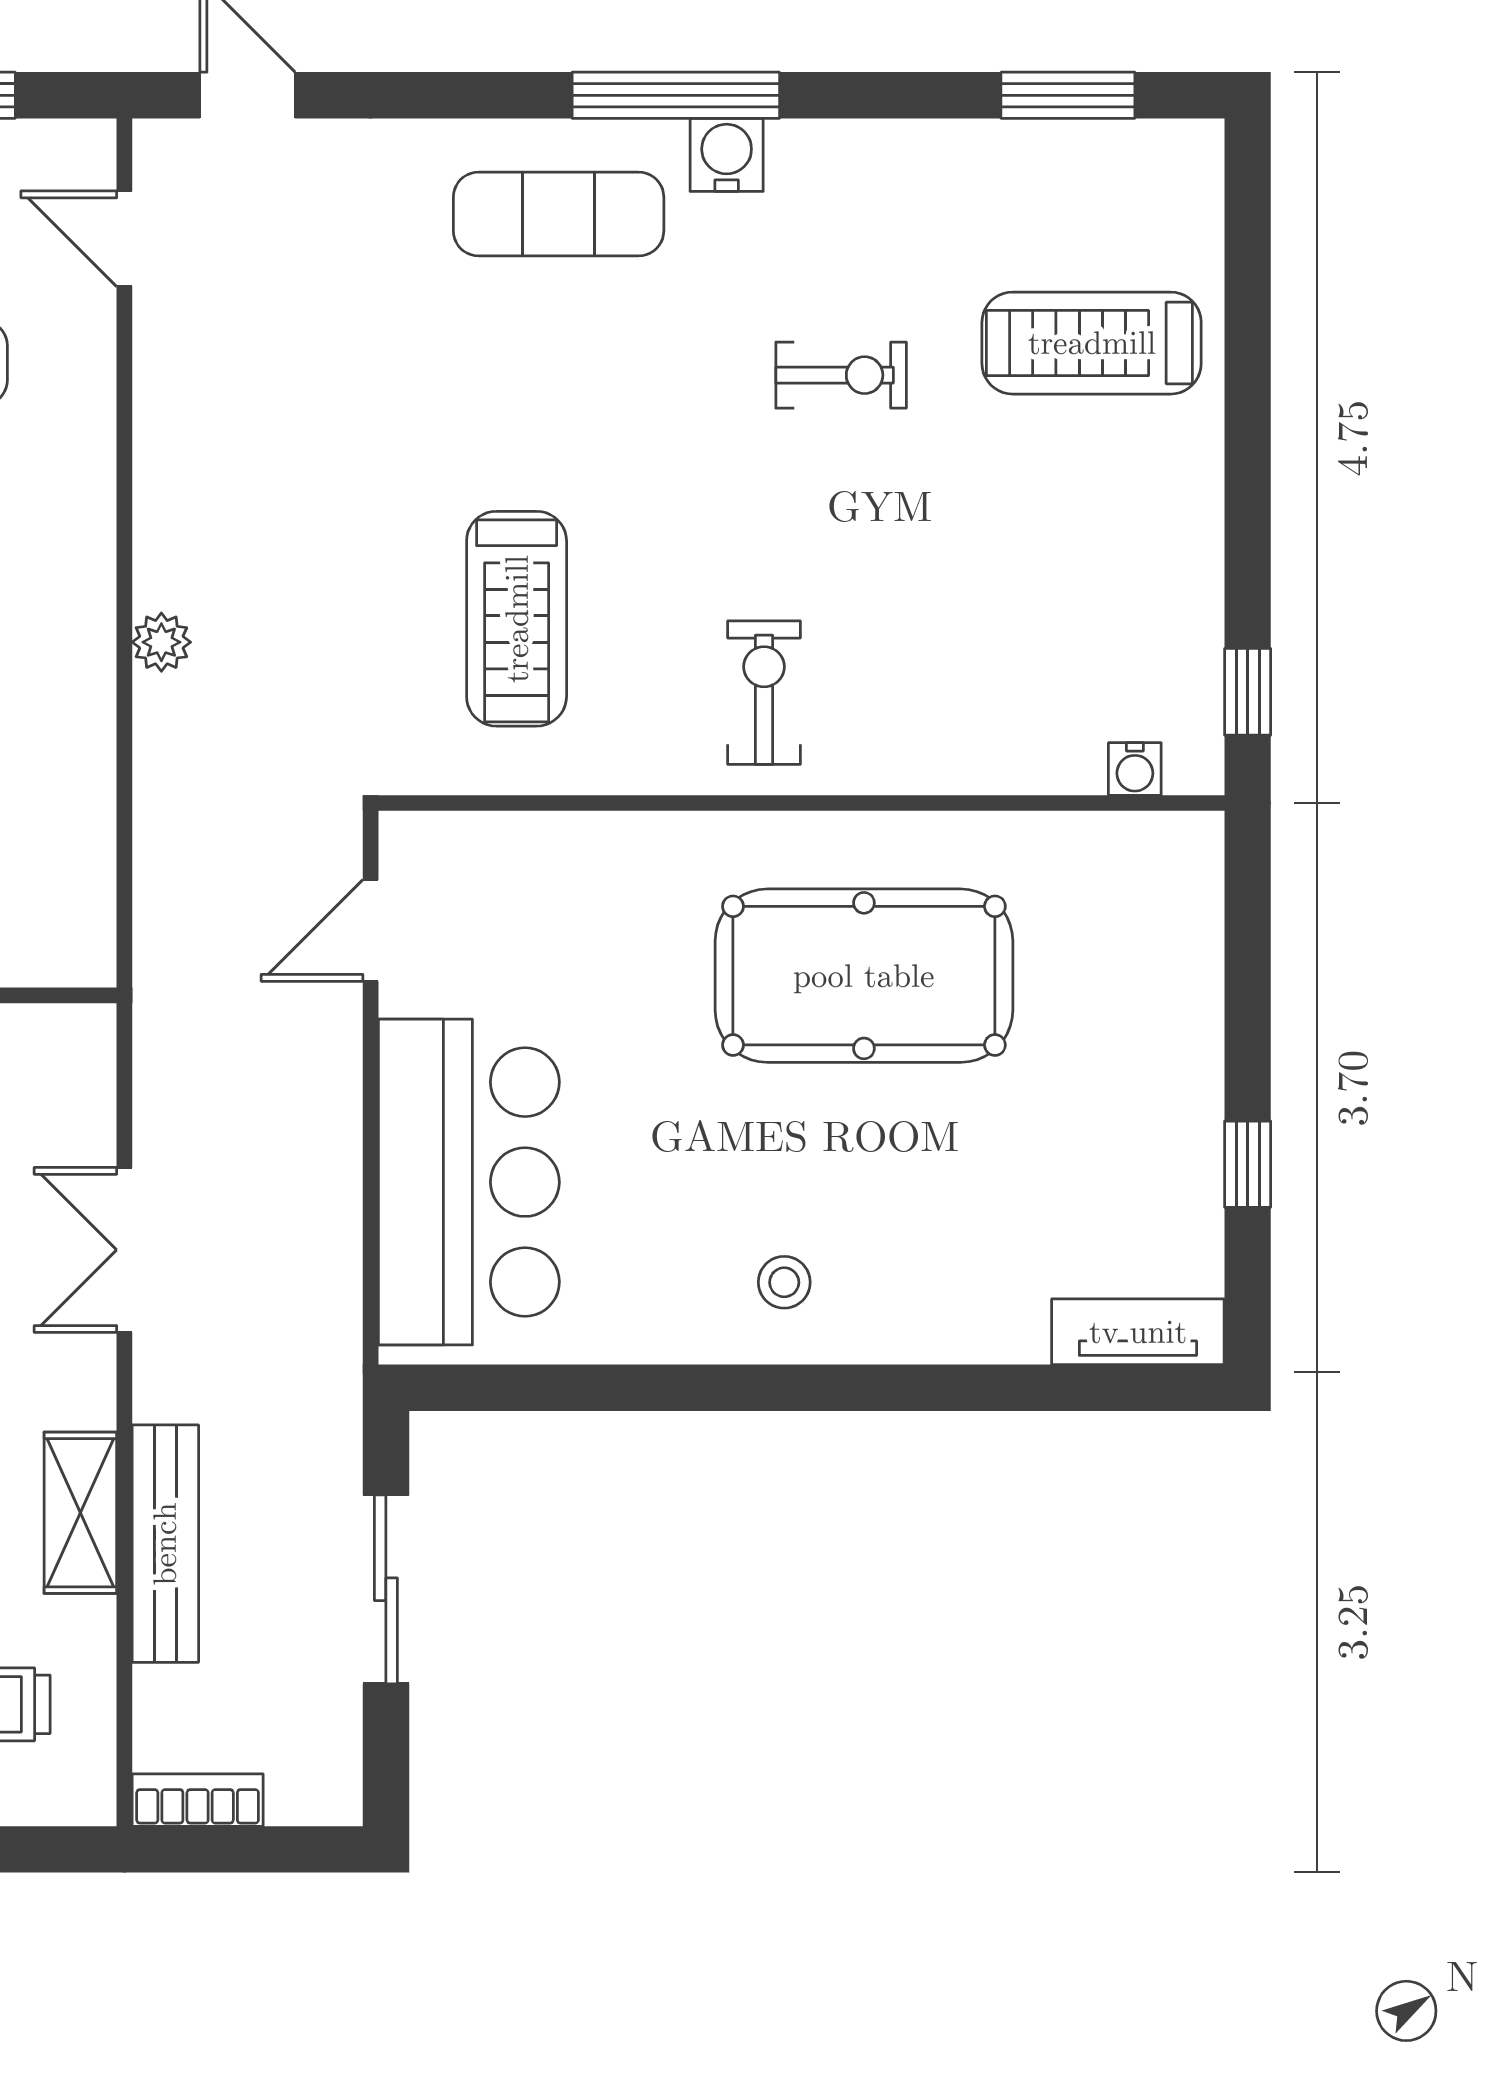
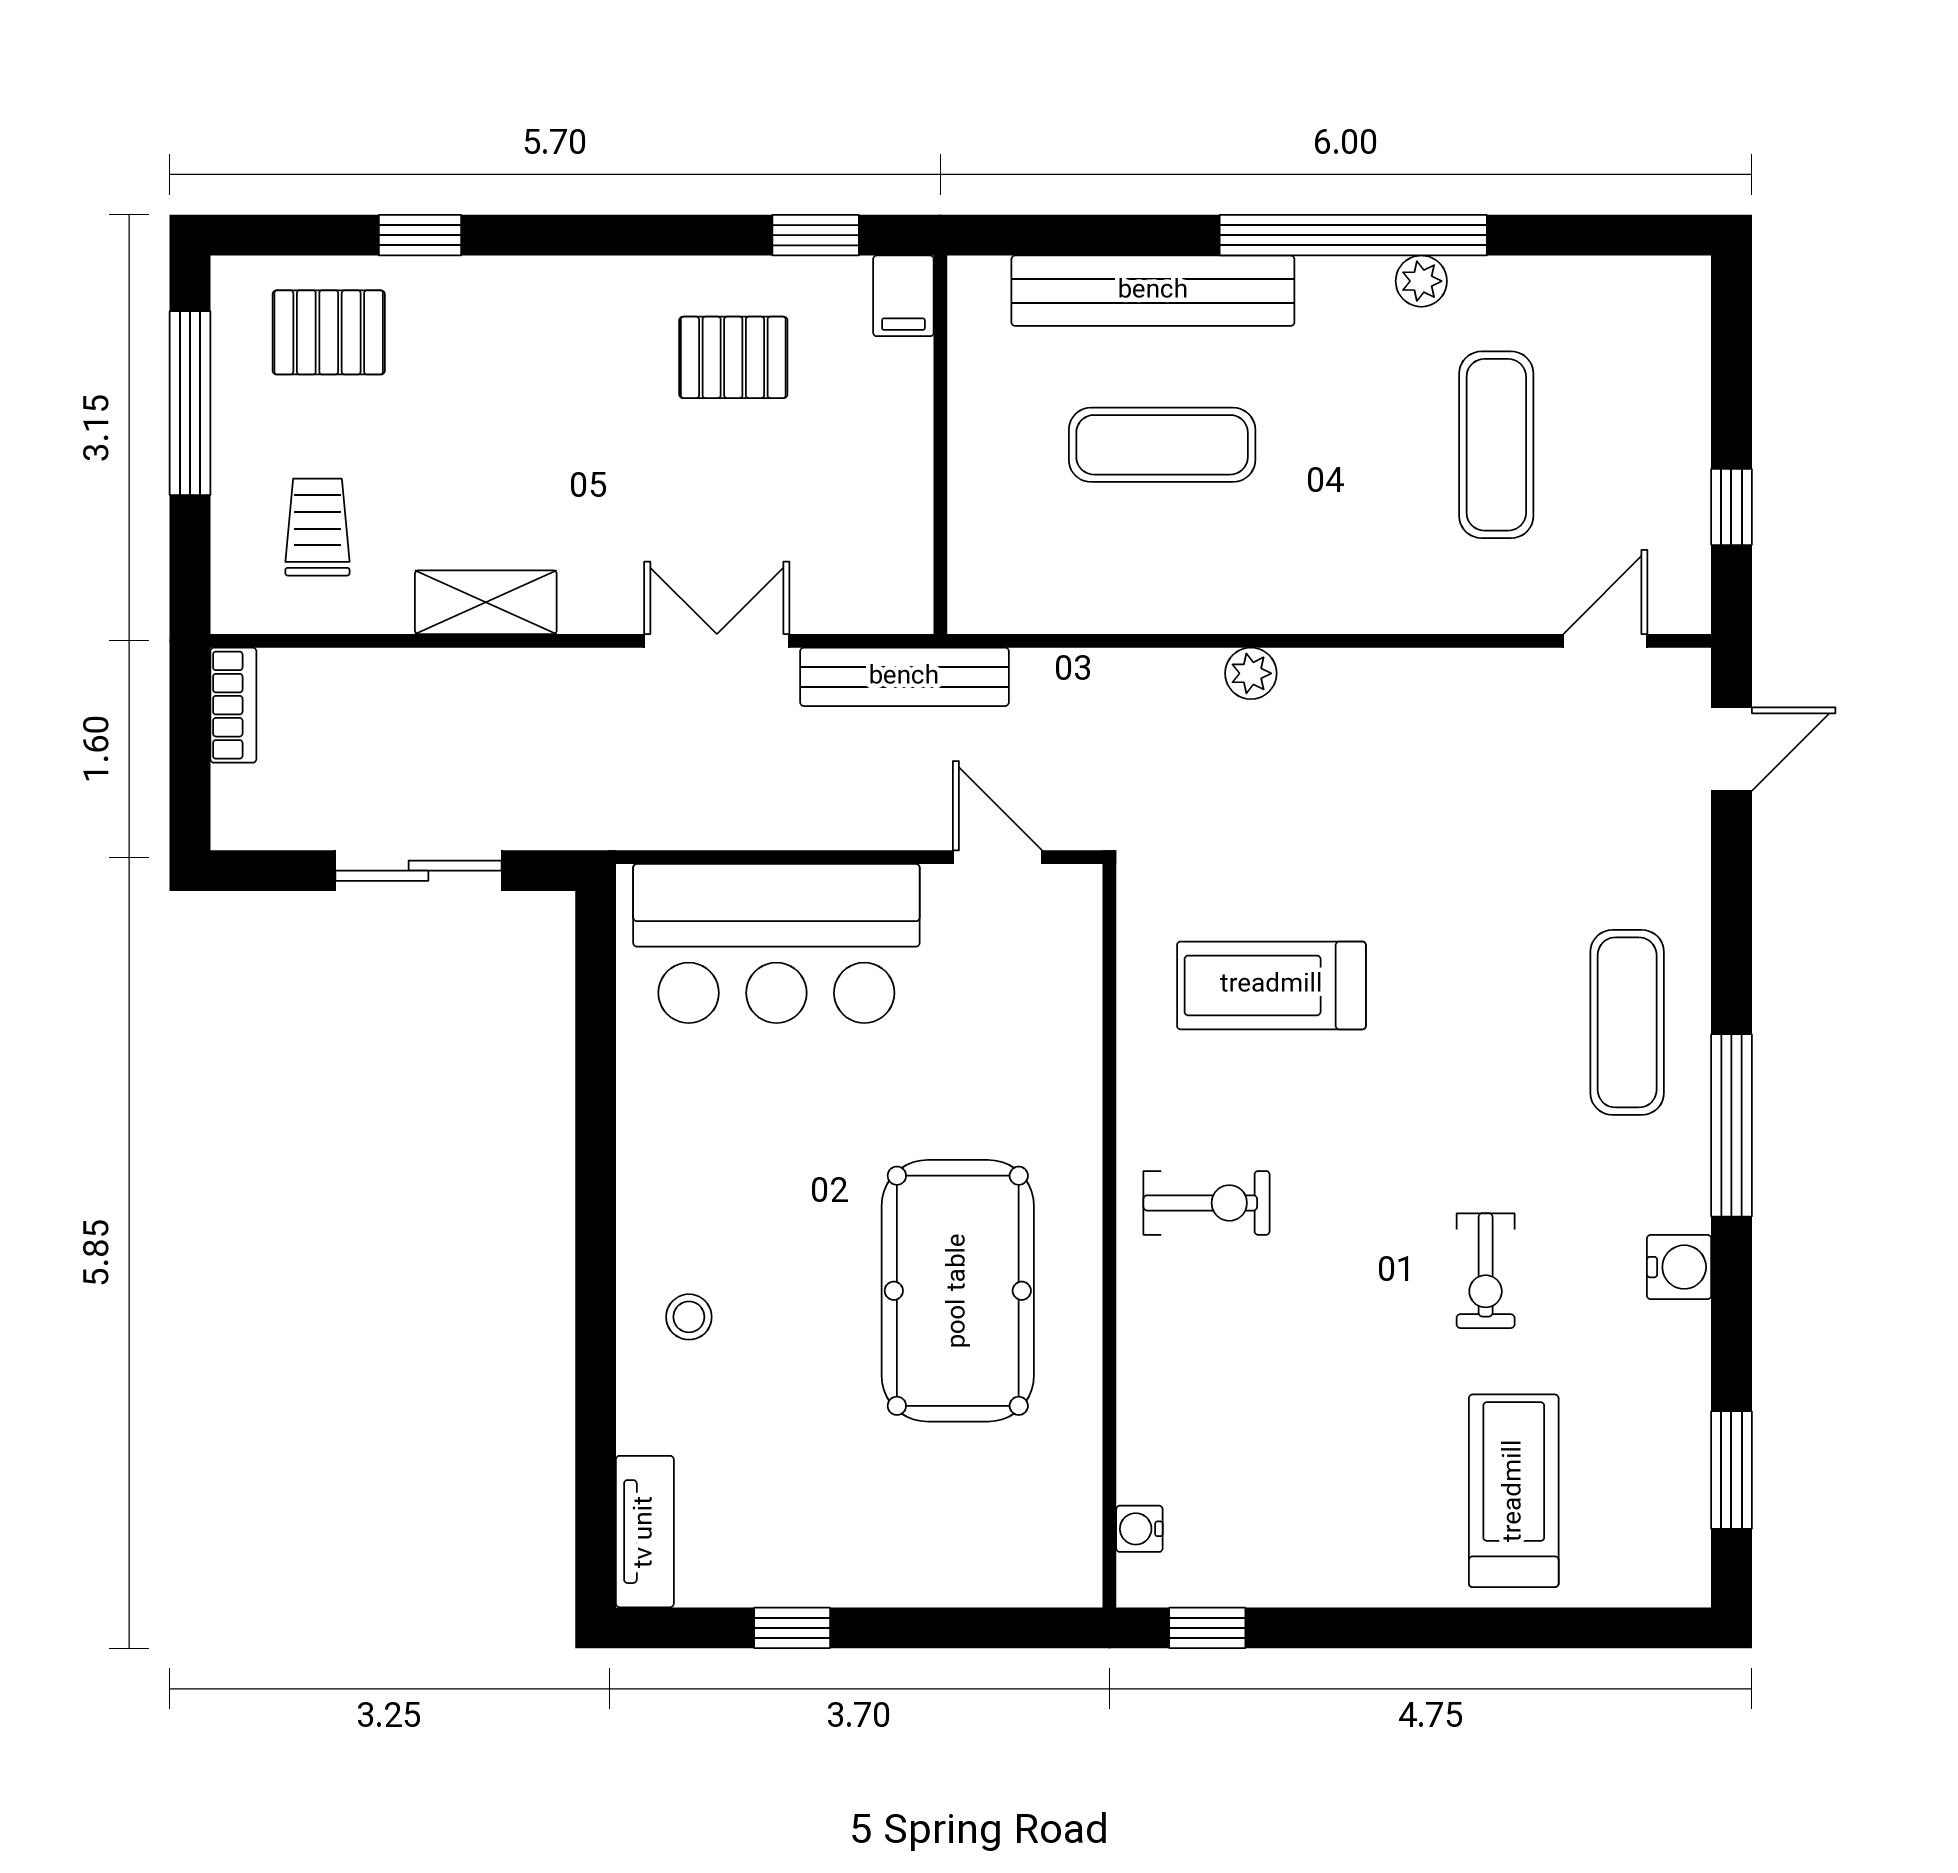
water cooler: (727, 155) -> (1679, 1267), moved
stool: (784, 1282) -> (689, 1317), moved
bench: (165, 1544) -> (904, 677), moved

